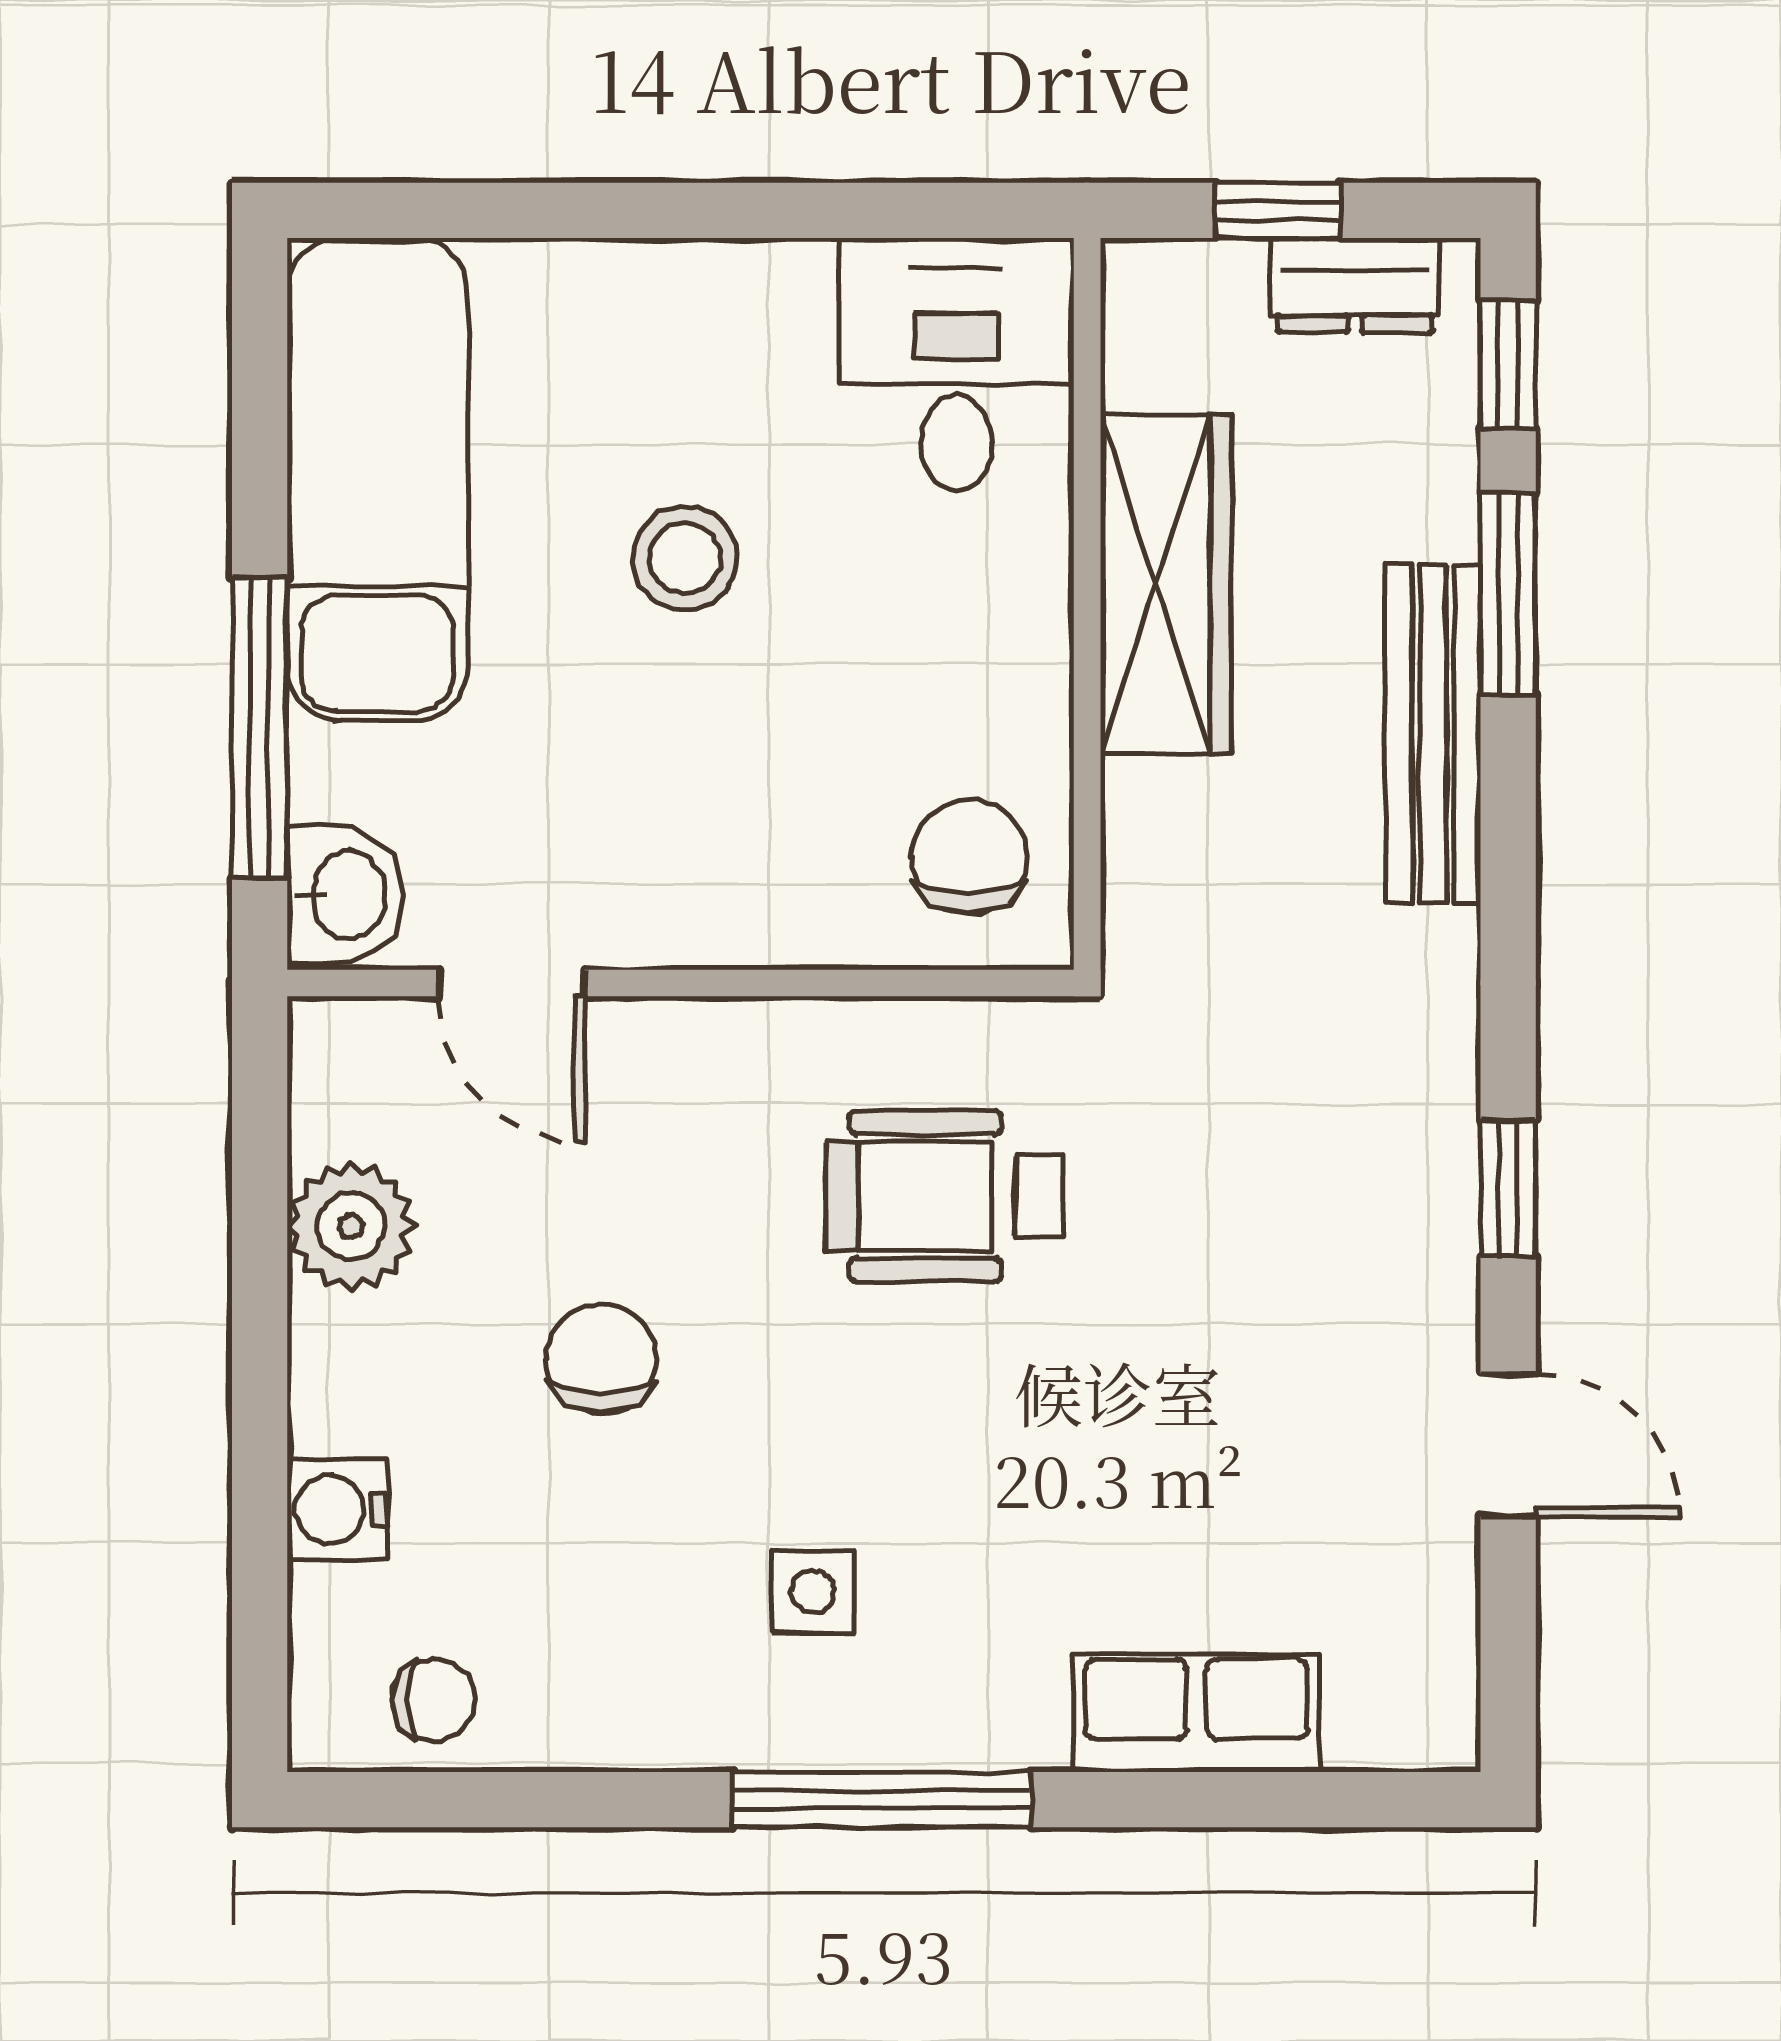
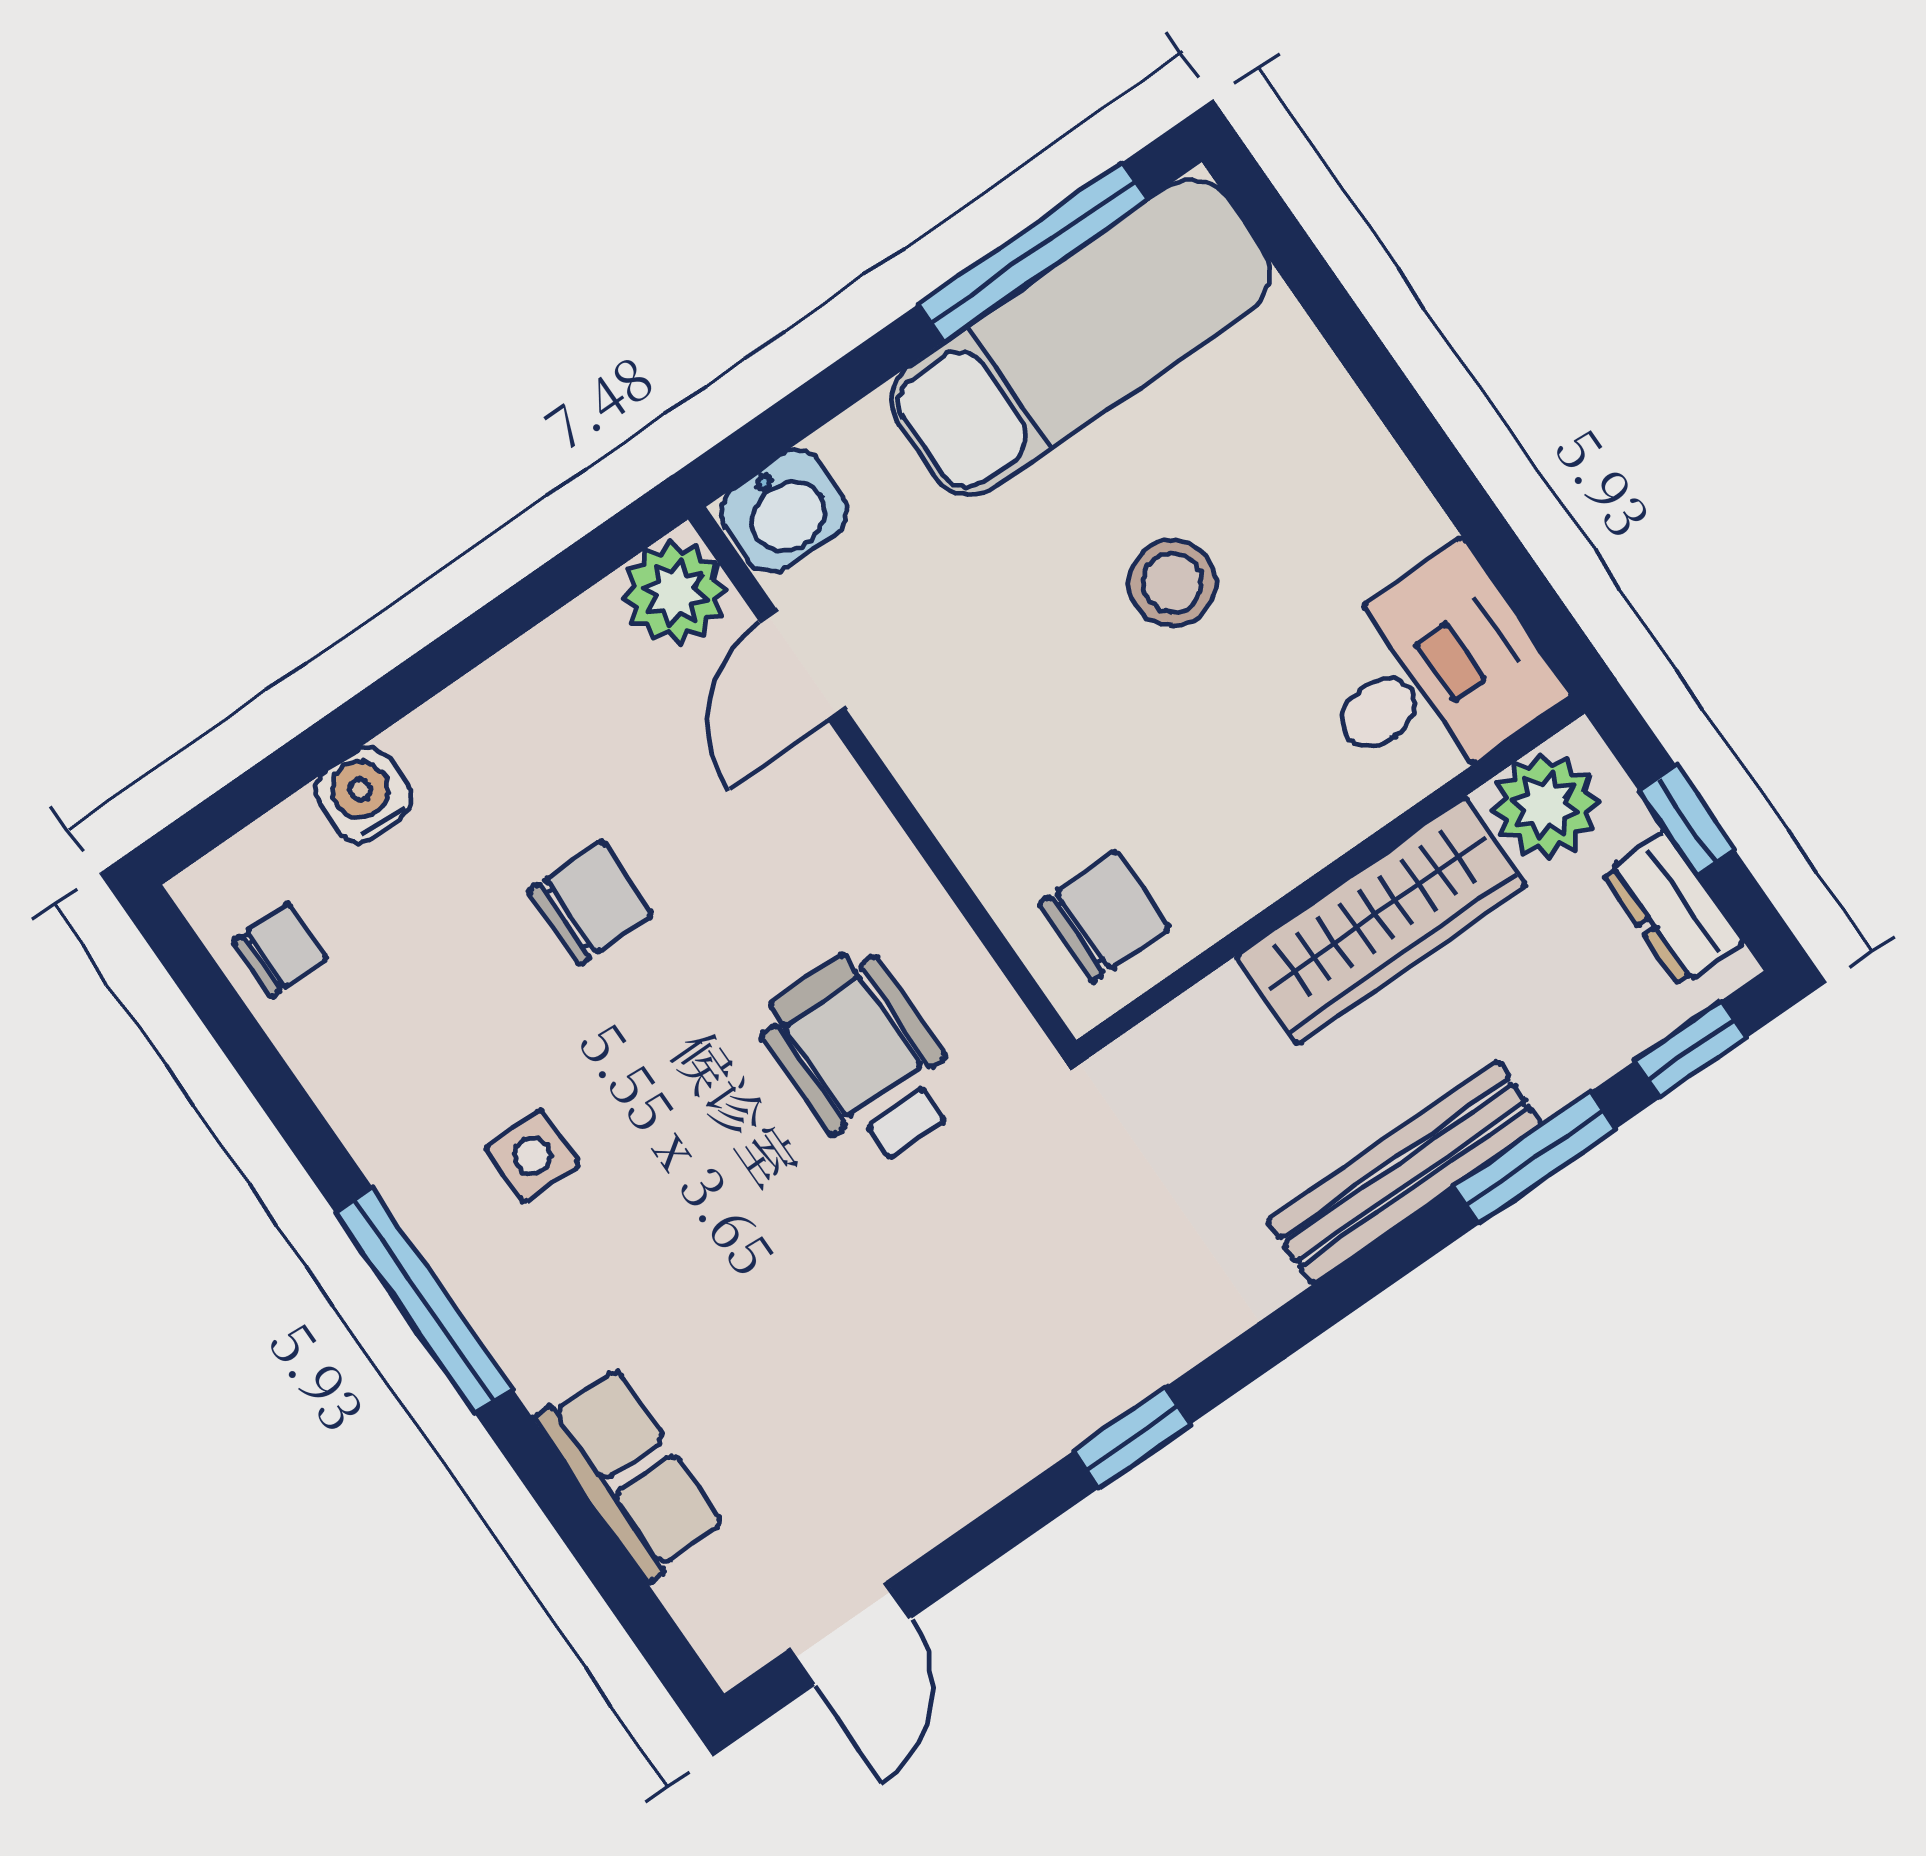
plant: (1165, 341) -> (1545, 806), added
window: (260, 728) -> (1033, 252), moved
plant: (351, 1226) -> (675, 593), moved
door: (1508, 1445) -> (850, 1633), moved
chair: (434, 1700) -> (280, 950), turned -90

